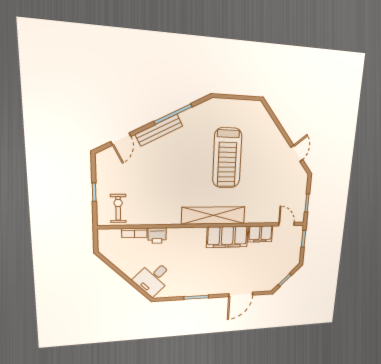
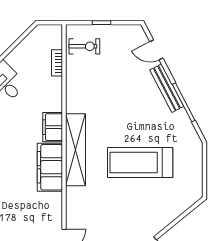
filing cabinet: (260, 234) -> (53, 127), moved
printer: (157, 236) -> (54, 87), removed

